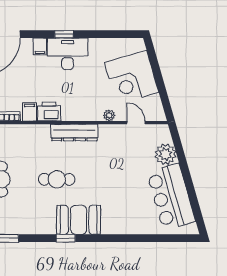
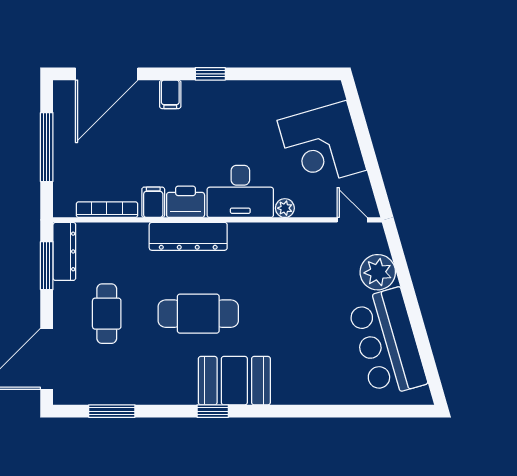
desk: (68, 54) -> (240, 191), moved, turned 180
door: (136, 123) -> (352, 220), moved
dresser: (74, 132) -> (188, 236), moved
cafe table: (57, 179) -> (198, 314), width x1.37, depth x1.35

